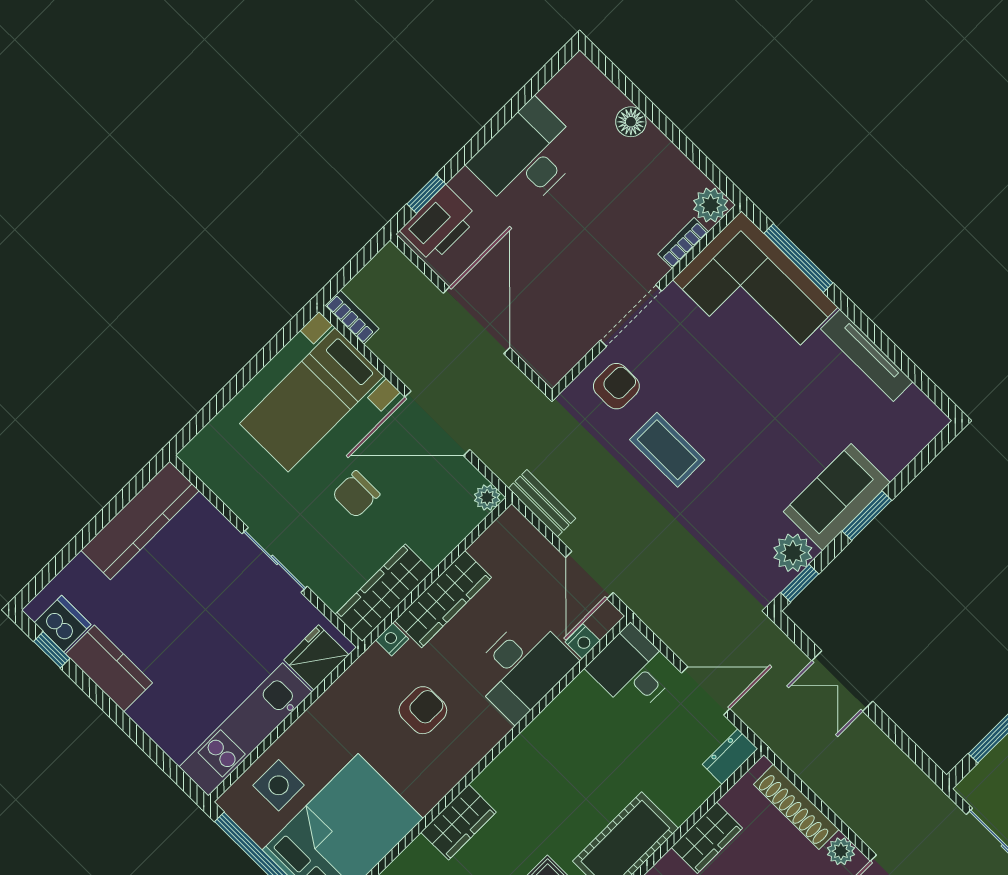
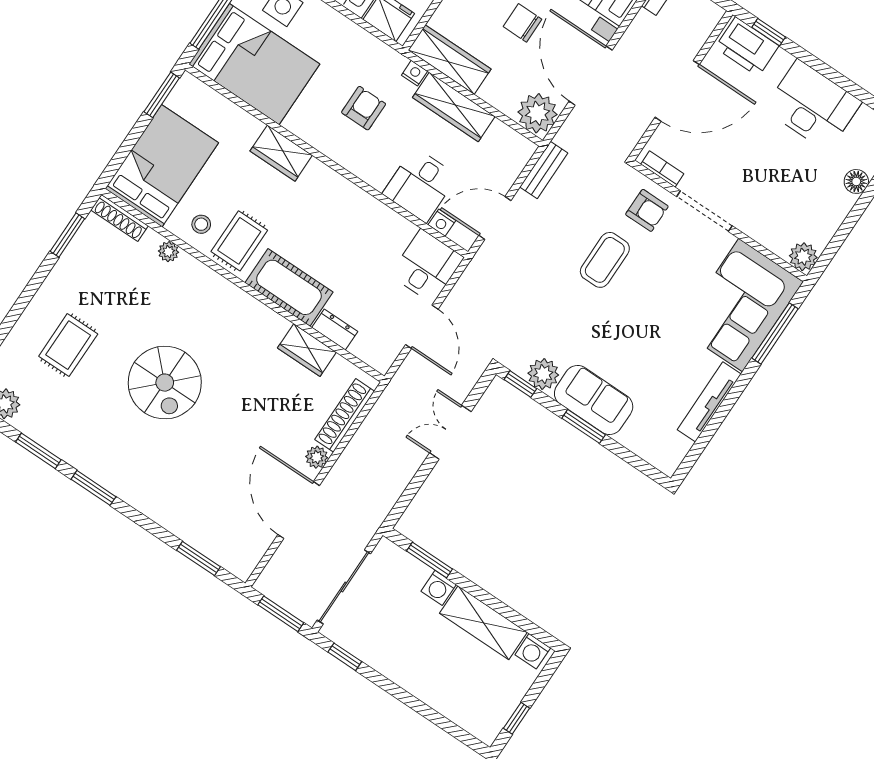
bookcase: (683, 243) -> (662, 169), moved
plant: (487, 497) -> (537, 113), width x1.87, depth x1.87
desk: (522, 668) -> (420, 185), width x0.73
armchair: (423, 710) -> (364, 108), turned -90
dresser: (730, 757) -> (335, 330), moved

